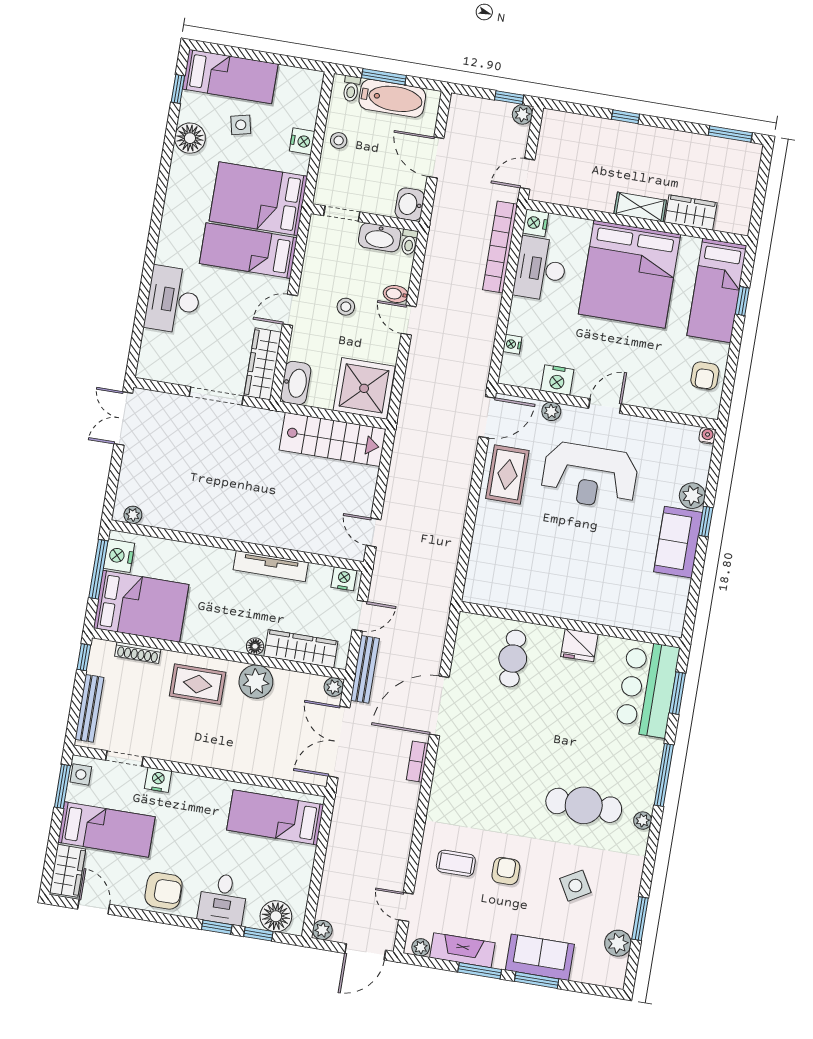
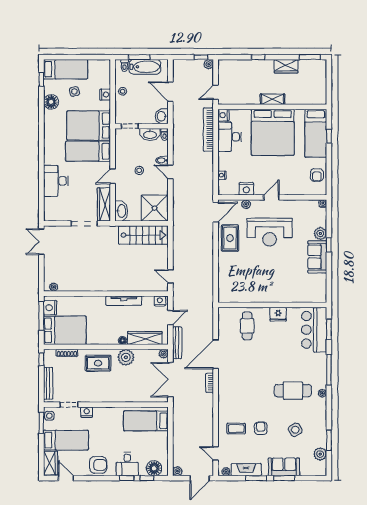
wardrobe: (691, 212) -> (286, 66), moved, turned 180

